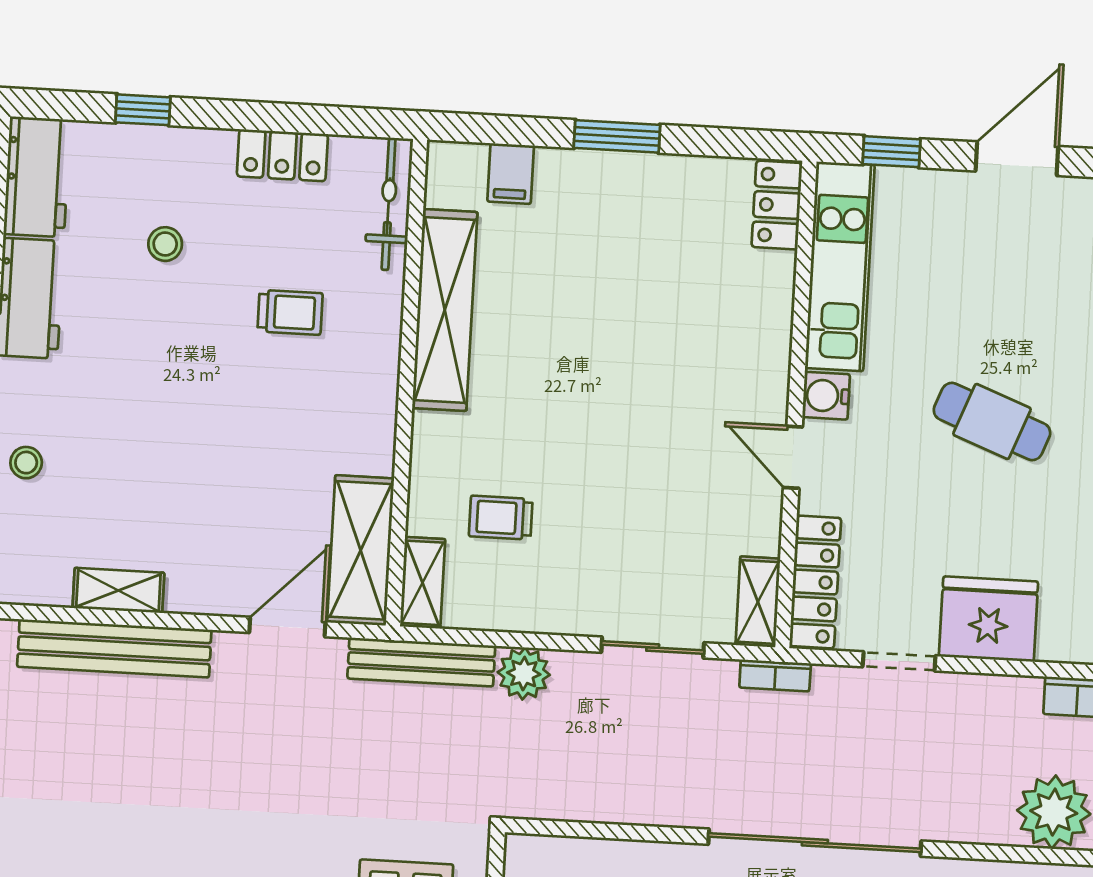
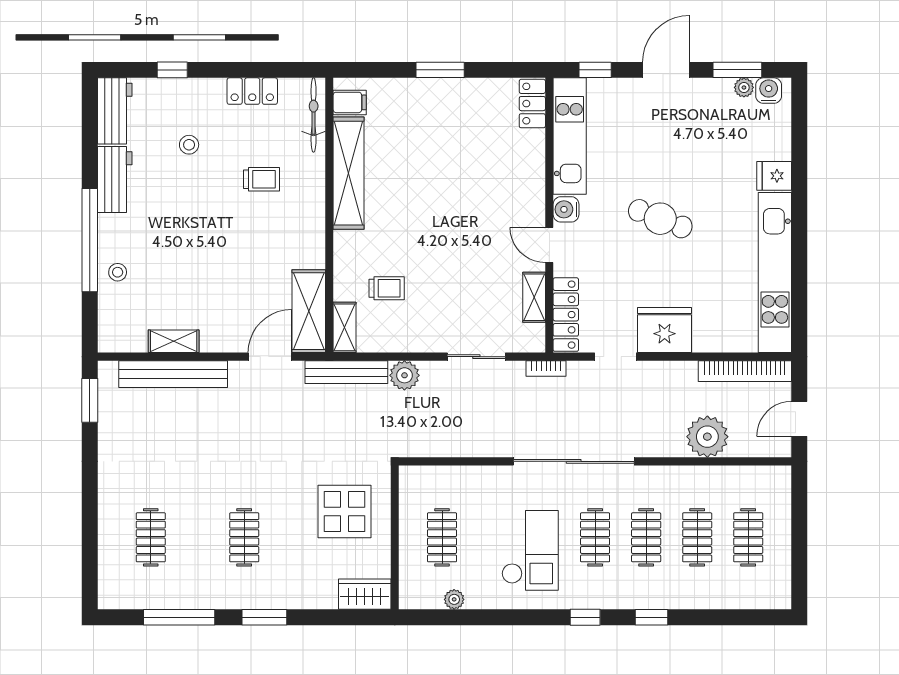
filing cabinet: (511, 174) -> (350, 102), moved, turned -90
trolley: (501, 518) -> (387, 288), turned 180
shelving: (758, 602) -> (534, 297), moved

